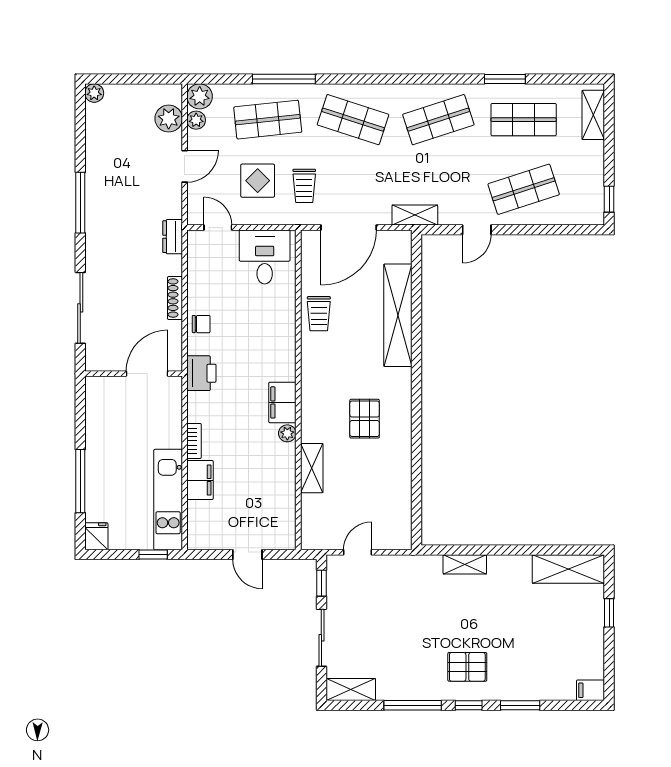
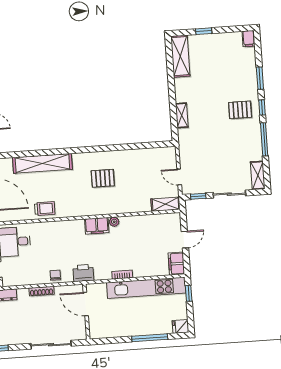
shelving: (312, 468) -> (166, 204), moved
filing cabinet: (200, 480) -> (176, 264), moved, turned -90
kitchen unit: (168, 500) -> (146, 288), width x1.36
pallet: (467, 667) -> (240, 110), turned 90

